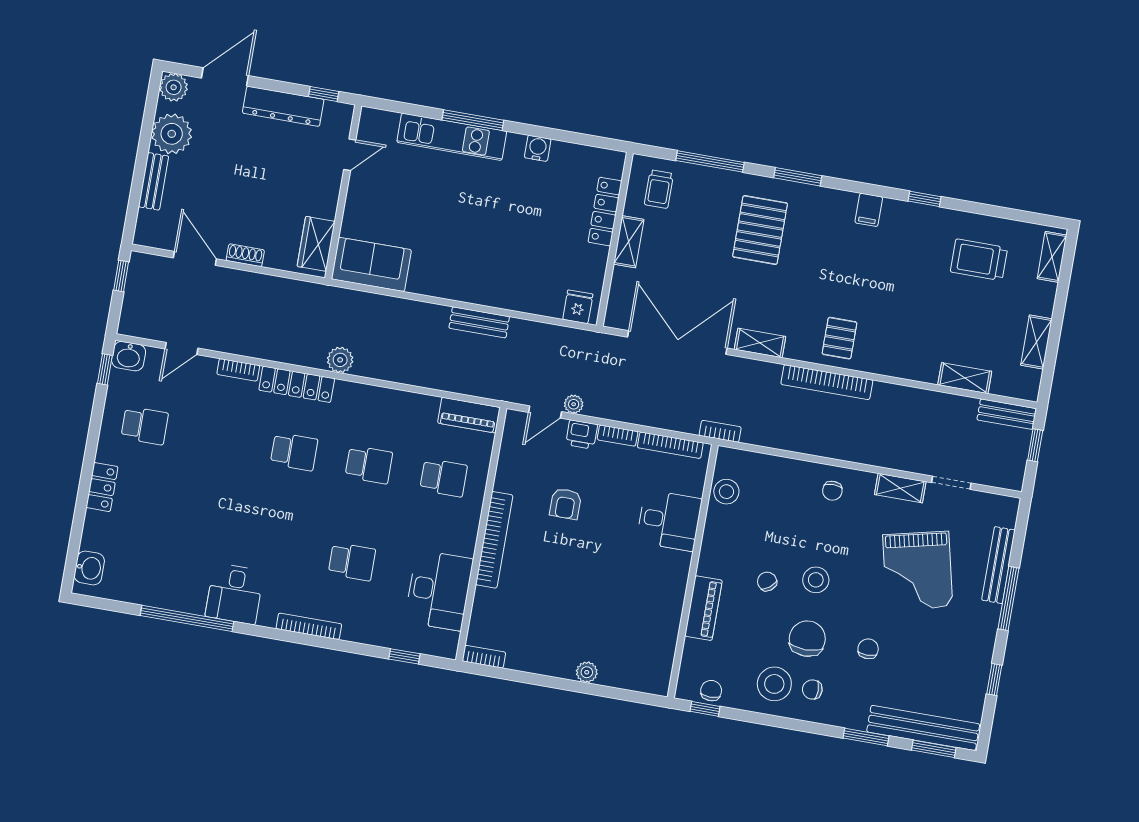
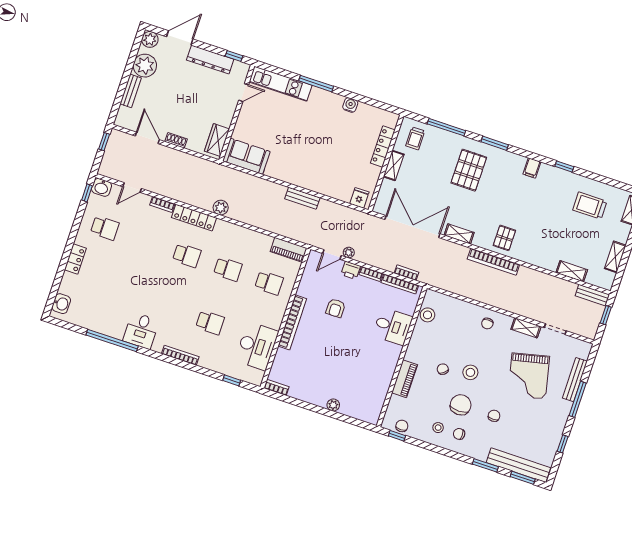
kitchen unit: (452, 137) -> (280, 84), moved
bookcase: (720, 431) -> (406, 273), moved
stool: (774, 684) -> (438, 428), width x0.53, depth x0.53

